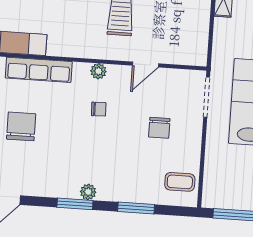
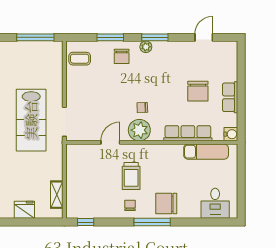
plant: (98, 71) -> (139, 130), width x1.88, depth x1.88
chair: (159, 128) -> (122, 56), moved, turned 180

